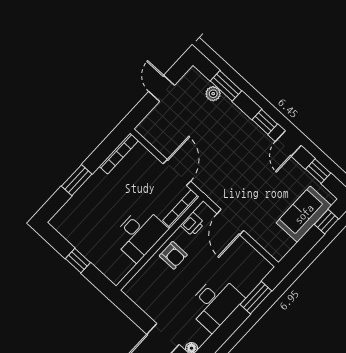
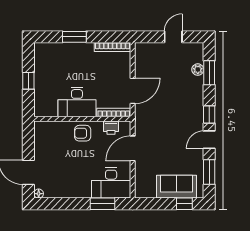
window: (318, 171) -> (209, 172), width x1.50
armchair: (173, 255) -> (83, 133), turned 90
desk: (215, 303) -> (111, 183), moved

